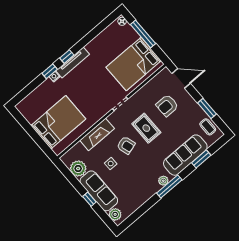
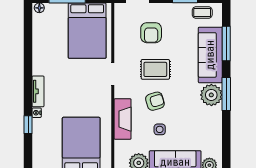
window: (67, 57) -> (28, 86), removed
tv unit: (73, 62) -> (38, 91), width x0.71
window: (50, 71) -> (28, 125), moved
window: (201, 159) -> (226, 44), width x1.44
plant: (163, 181) -> (211, 95), width x1.88, depth x1.88

